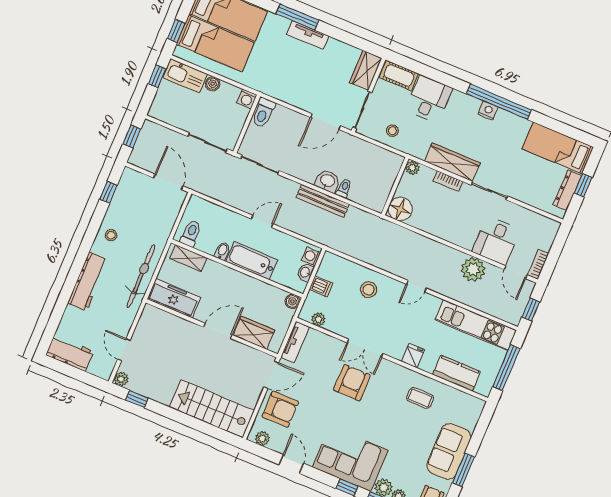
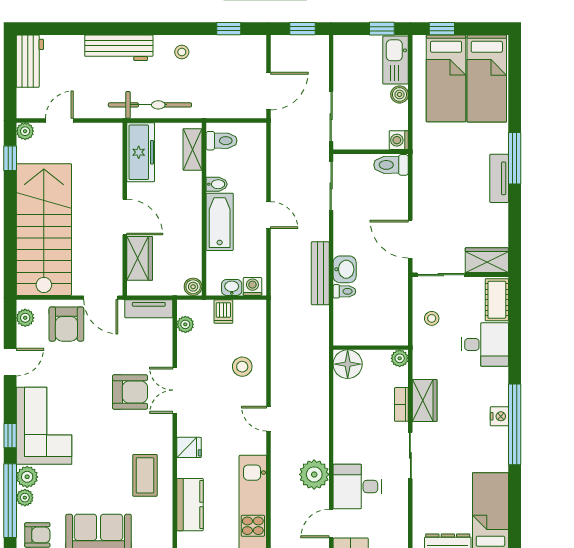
wardrobe: (452, 162) -> (425, 400), width x0.67
coffee table: (420, 398) -> (145, 475), width x1.36, depth x1.30
stairs: (212, 409) -> (44, 230), width x1.36, depth x1.51

